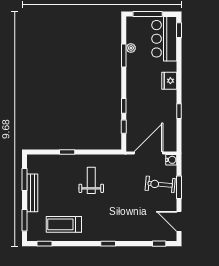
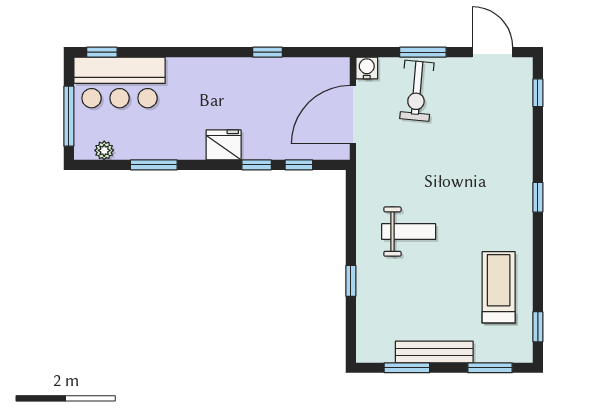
plant: (131, 48) -> (104, 150), moved
fridge: (169, 81) -> (224, 145), moved, turned 180
door: (148, 153) -> (353, 115), hinge flipped
weight bench: (91, 180) -> (409, 232), turned 180
door: (179, 221) -> (492, 52), swing flipped
treadmill: (64, 224) -> (499, 287), turned 180

